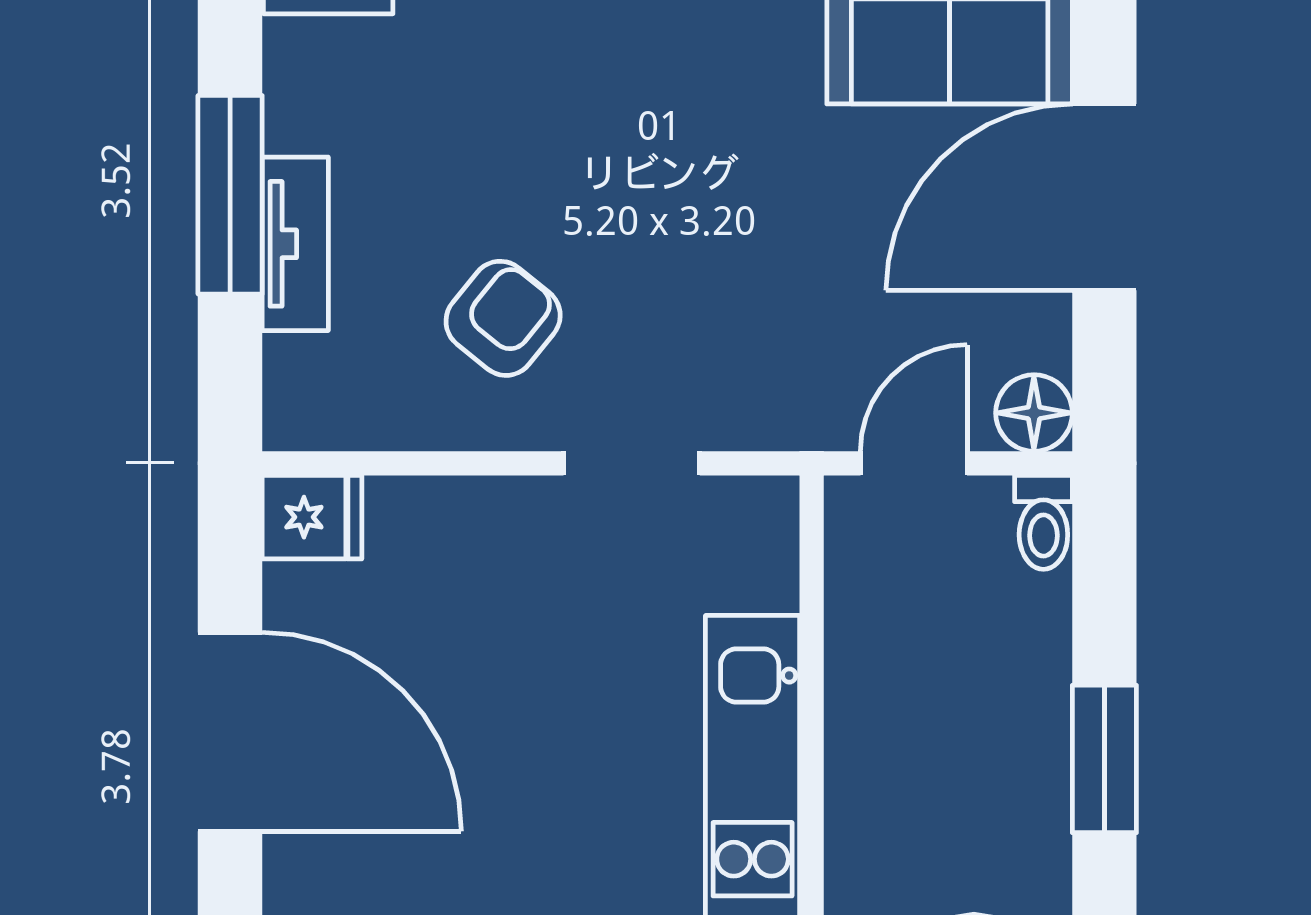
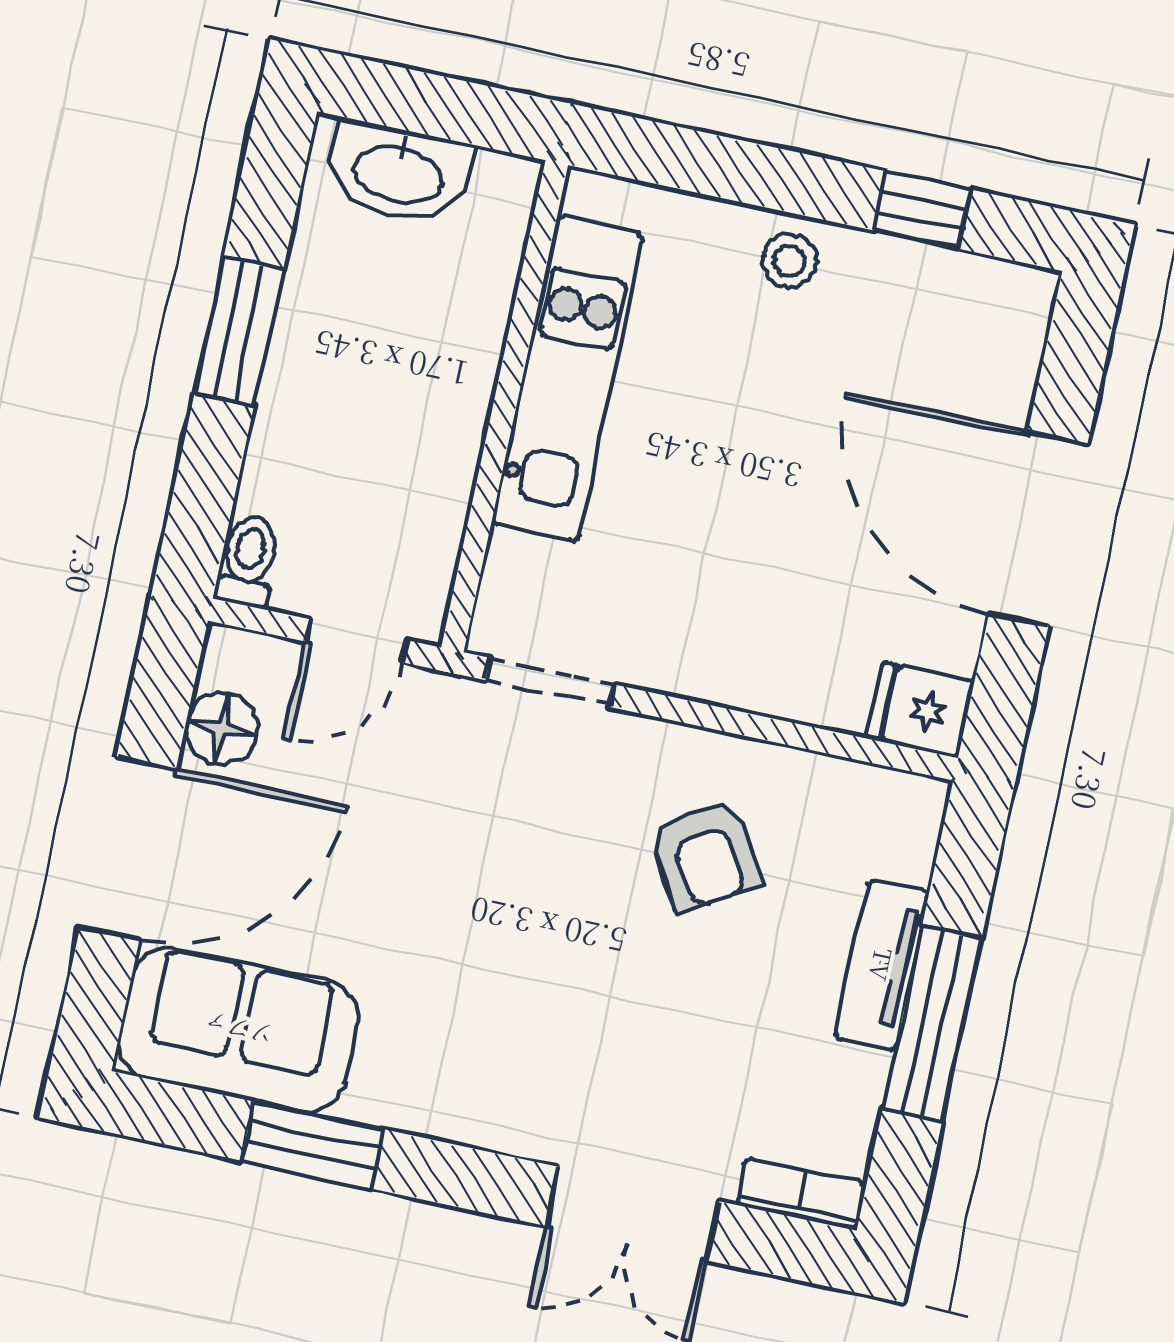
armchair: (503, 318) -> (705, 855), turned -70
floor lamp: (1034, 413) -> (221, 729), moved
doorway: (632, 463) -> (550, 682), moved

